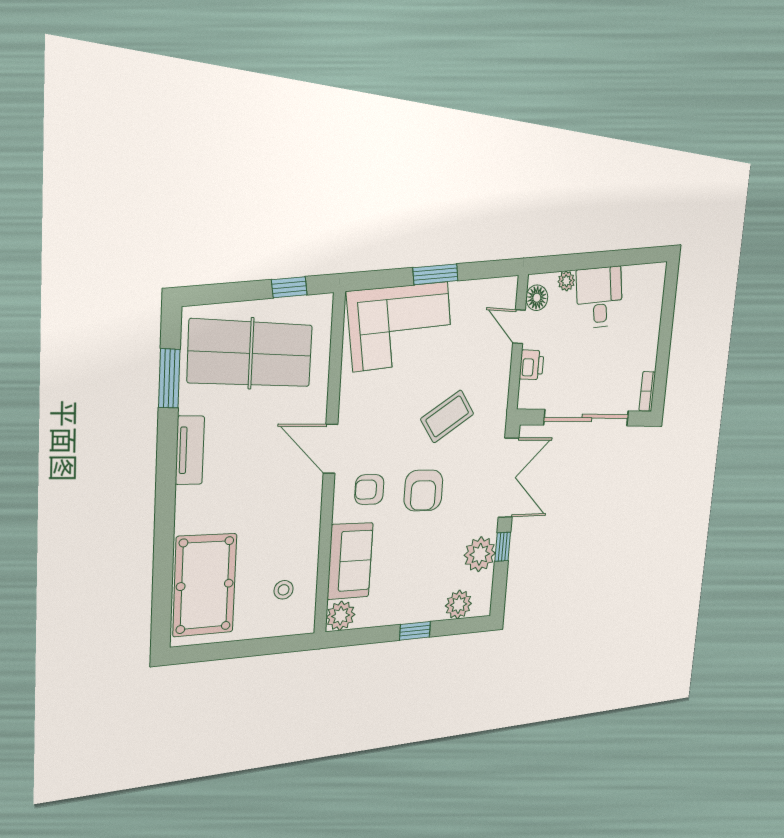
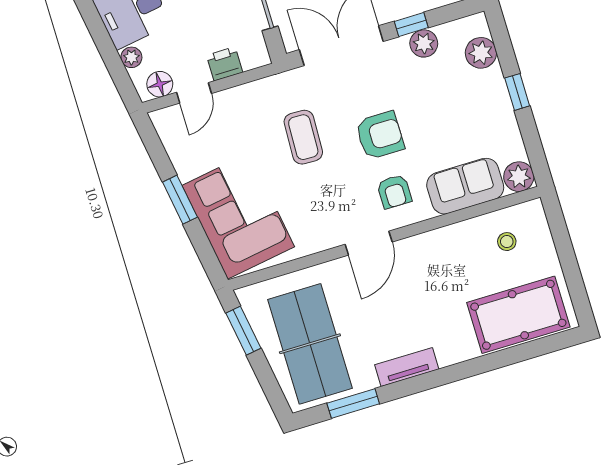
window: (289, 287) -> (243, 331), width x1.50
coffee table: (447, 416) -> (303, 137), turned 37
plant: (480, 554) -> (424, 43), width x0.73, depth x0.73

